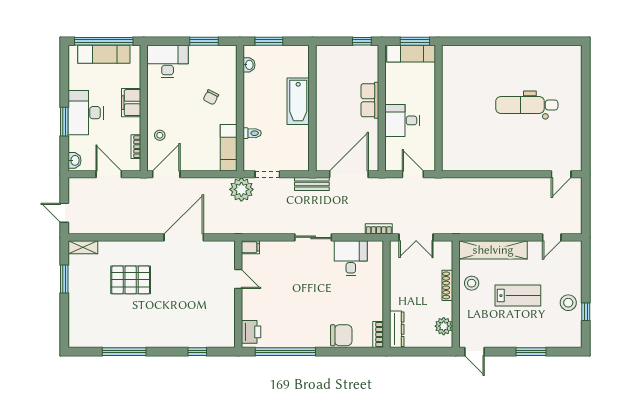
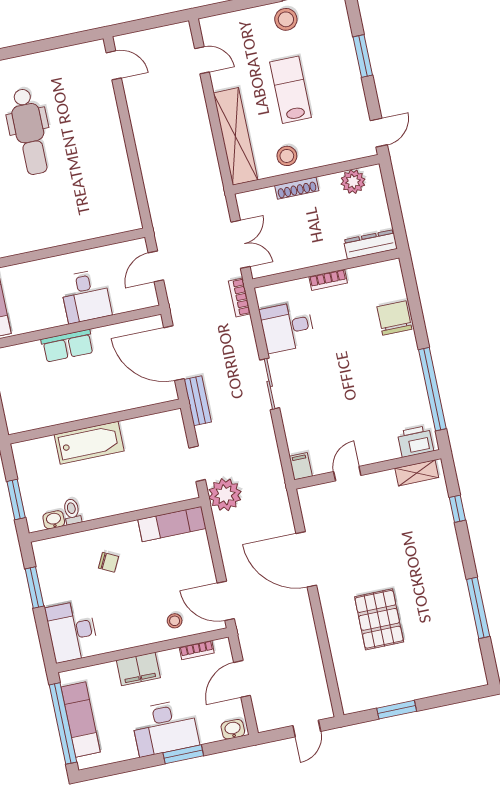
toilet: (252, 133) -> (72, 512), moved
shelving: (83, 247) -> (417, 473), moved, turned 90
bookcase: (378, 335) -> (328, 280), moved

